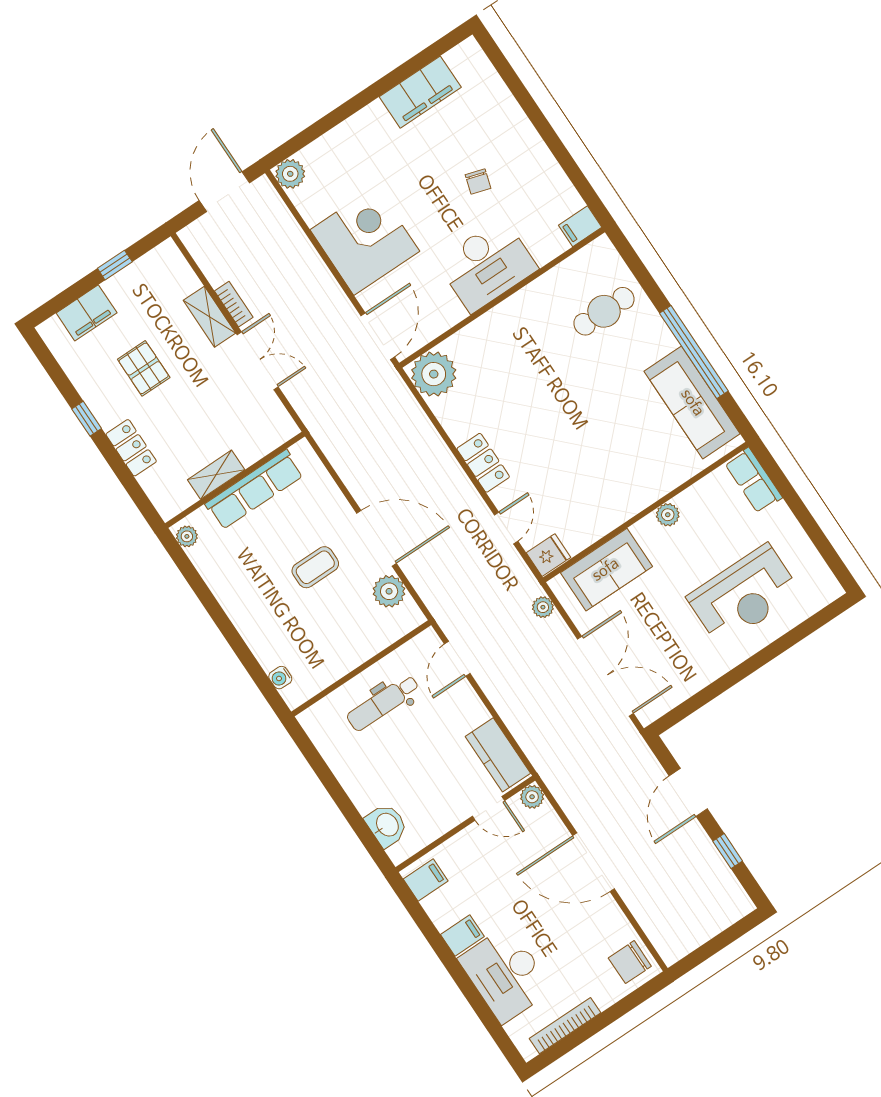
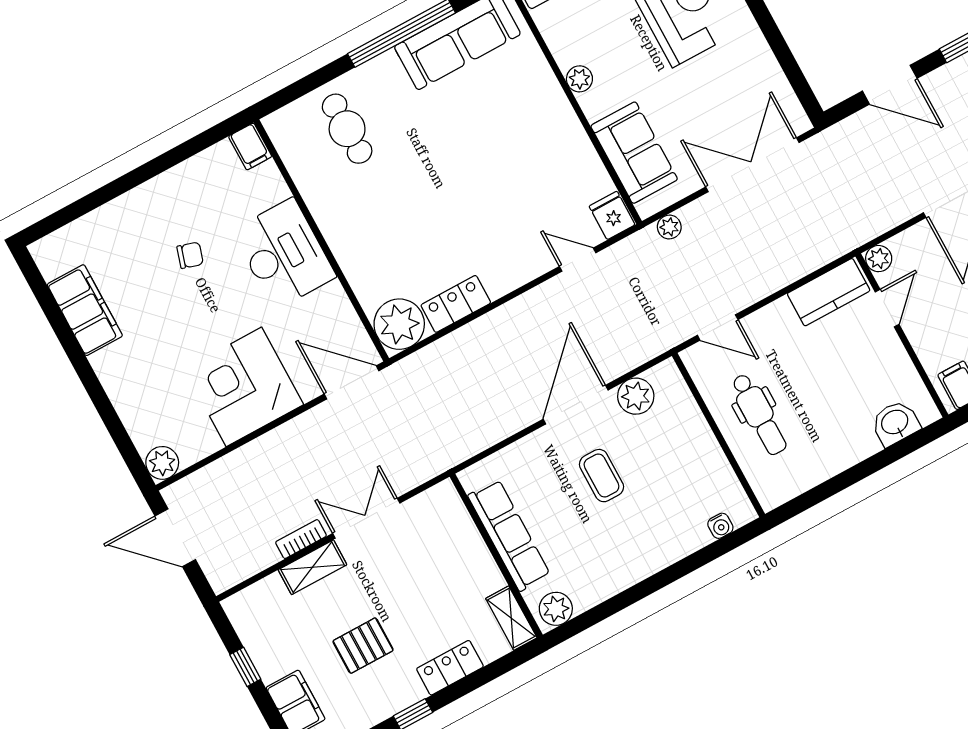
locker: (483, 463) -> (456, 304), moved
shelving: (216, 475) -> (511, 618), moved
plant: (187, 536) -> (556, 609), width x1.38, depth x1.38

